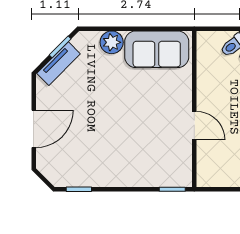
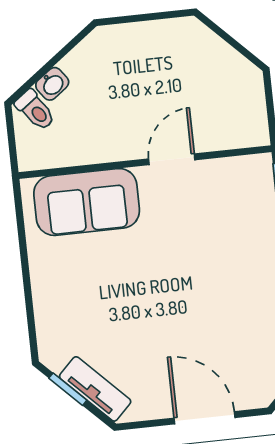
plant: (112, 42) -> (52, 307), removed
sofa: (157, 49) -> (87, 202), moved, turned 90

